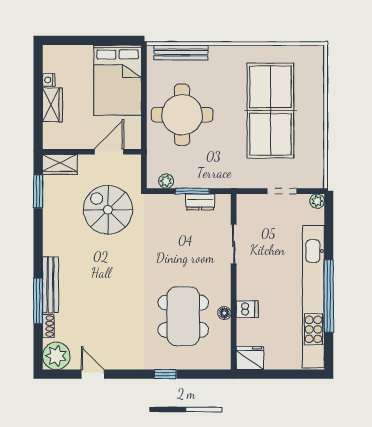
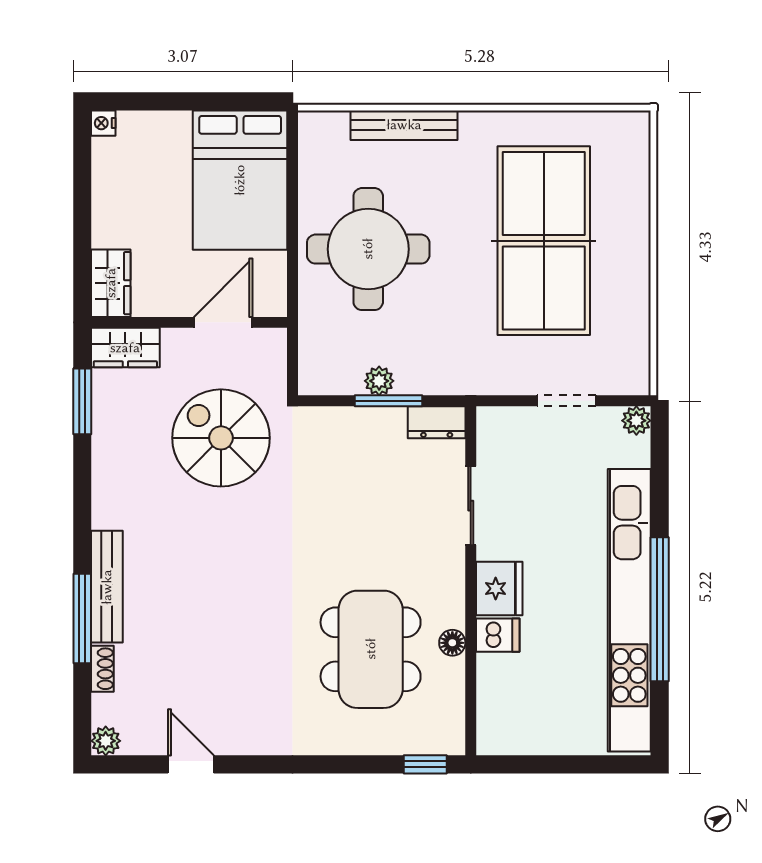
bench: (181, 52) -> (404, 125), moved
nightstand: (49, 80) -> (103, 123), moved
wardrobe: (52, 105) -> (111, 283), moved
plant: (166, 181) -> (379, 381), moved
dresser: (200, 202) -> (437, 422), moved
plant: (56, 356) -> (106, 741), width x0.53, depth x0.53
fridge: (250, 358) -> (499, 589), moved, turned 90
window: (165, 374) -> (425, 764), moved

